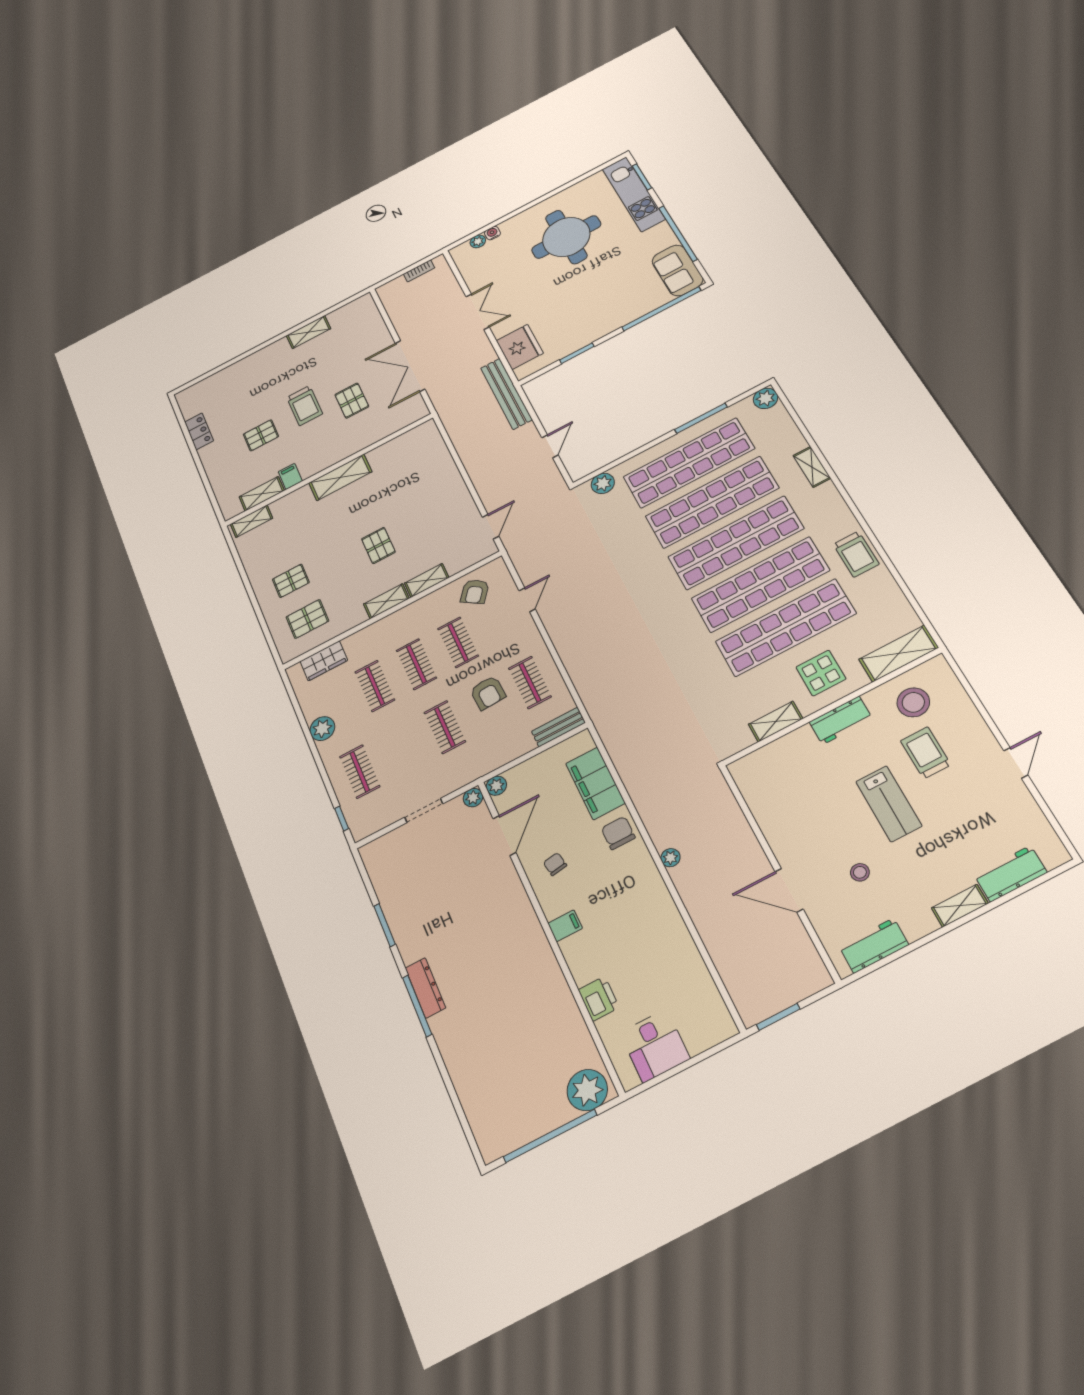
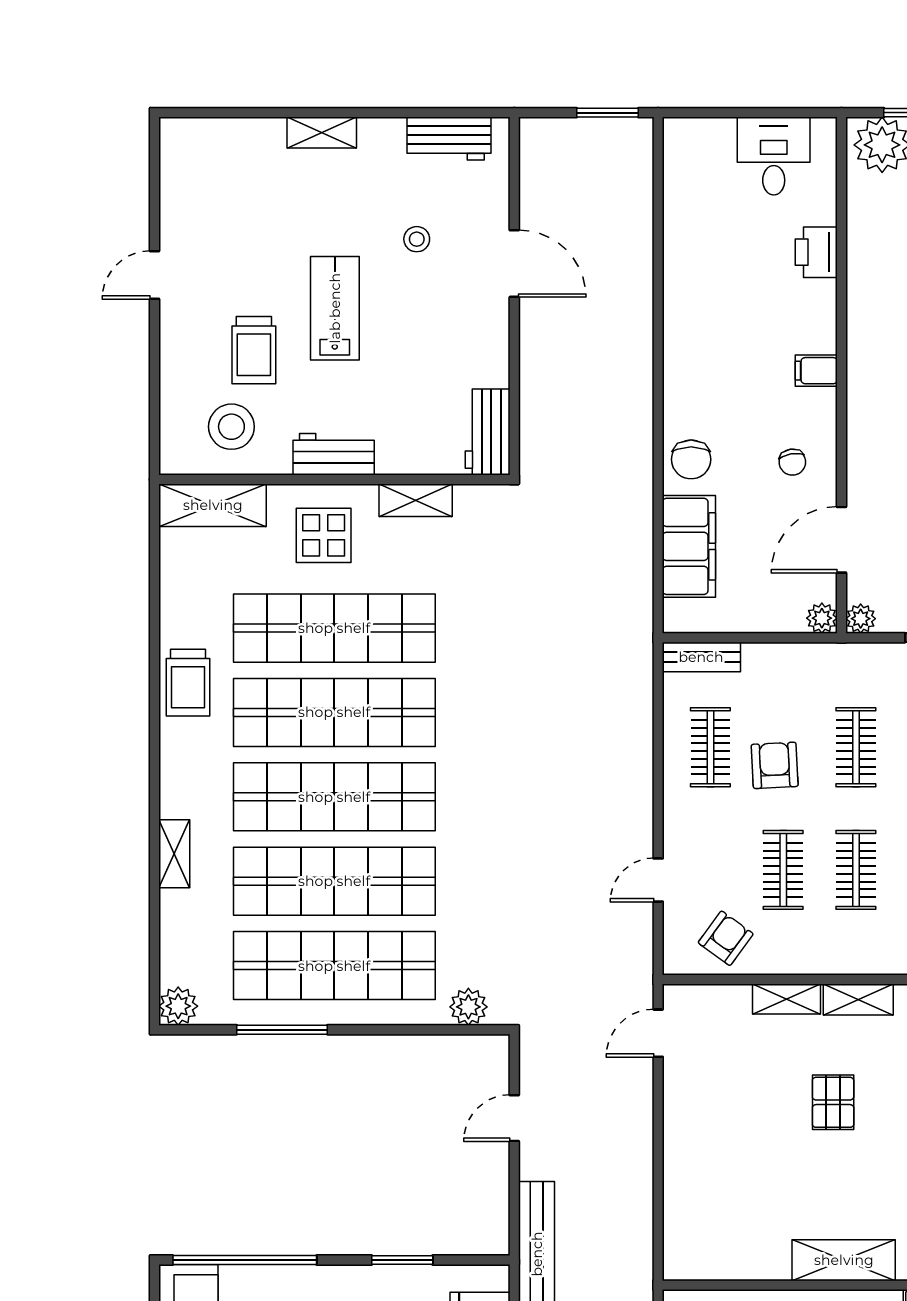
trolley: (856, 554) -> (188, 683), turned 180
plant: (670, 858) -> (640, 388), removed
workbench: (1011, 874) -> (488, 432), moved, turned 90

